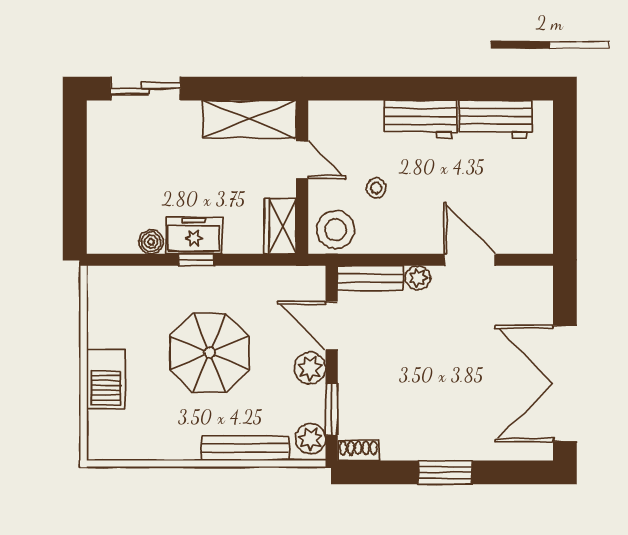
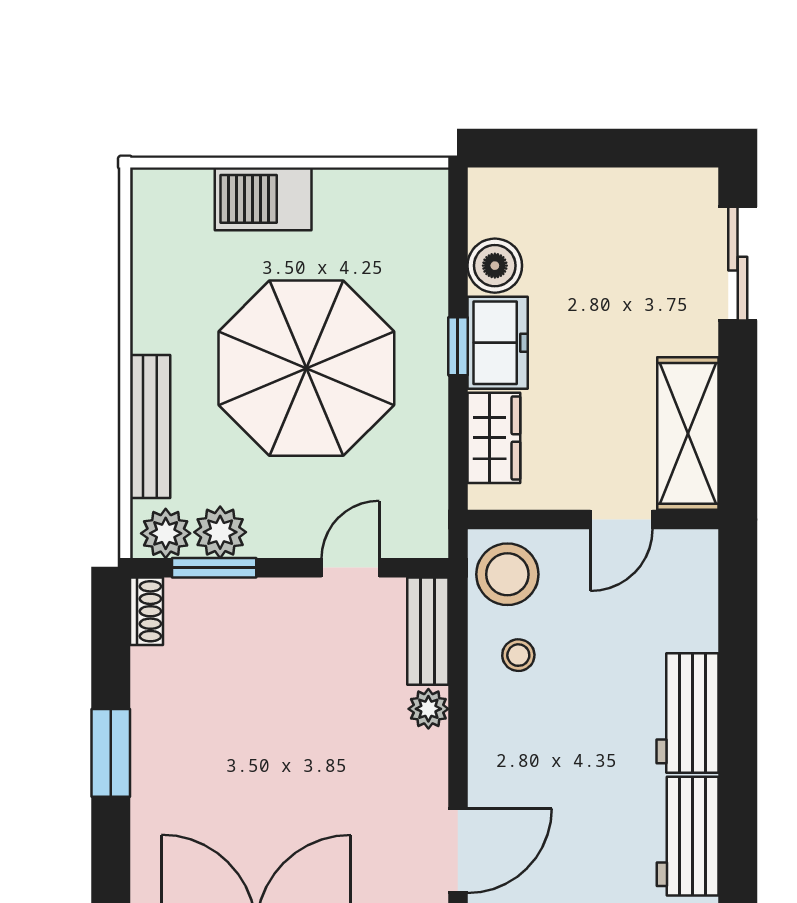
stool: (376, 188) -> (518, 655), moved
wardrobe: (280, 226) -> (494, 438), moved, turned 90
boiler: (151, 242) -> (495, 266), width x1.36, depth x1.36
door: (470, 260) -> (458, 851), moved
door: (332, 326) -> (350, 568), width x0.73
parasol: (209, 353) -> (306, 368), width x1.36, depth x1.36
plant: (310, 368) -> (220, 532), moved

